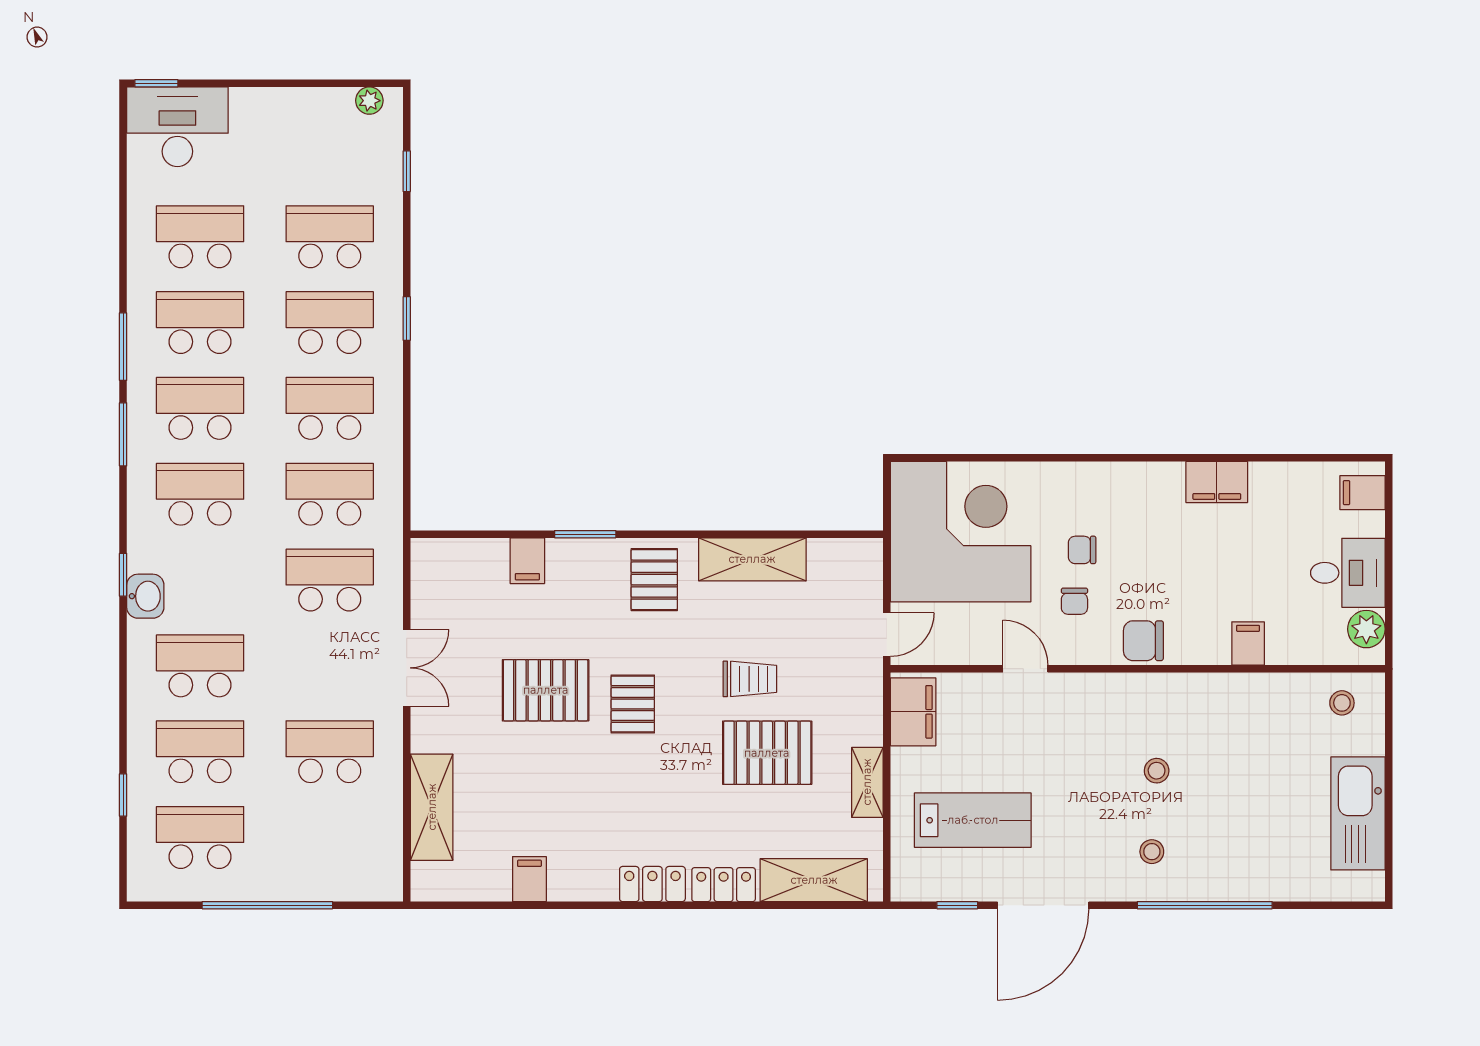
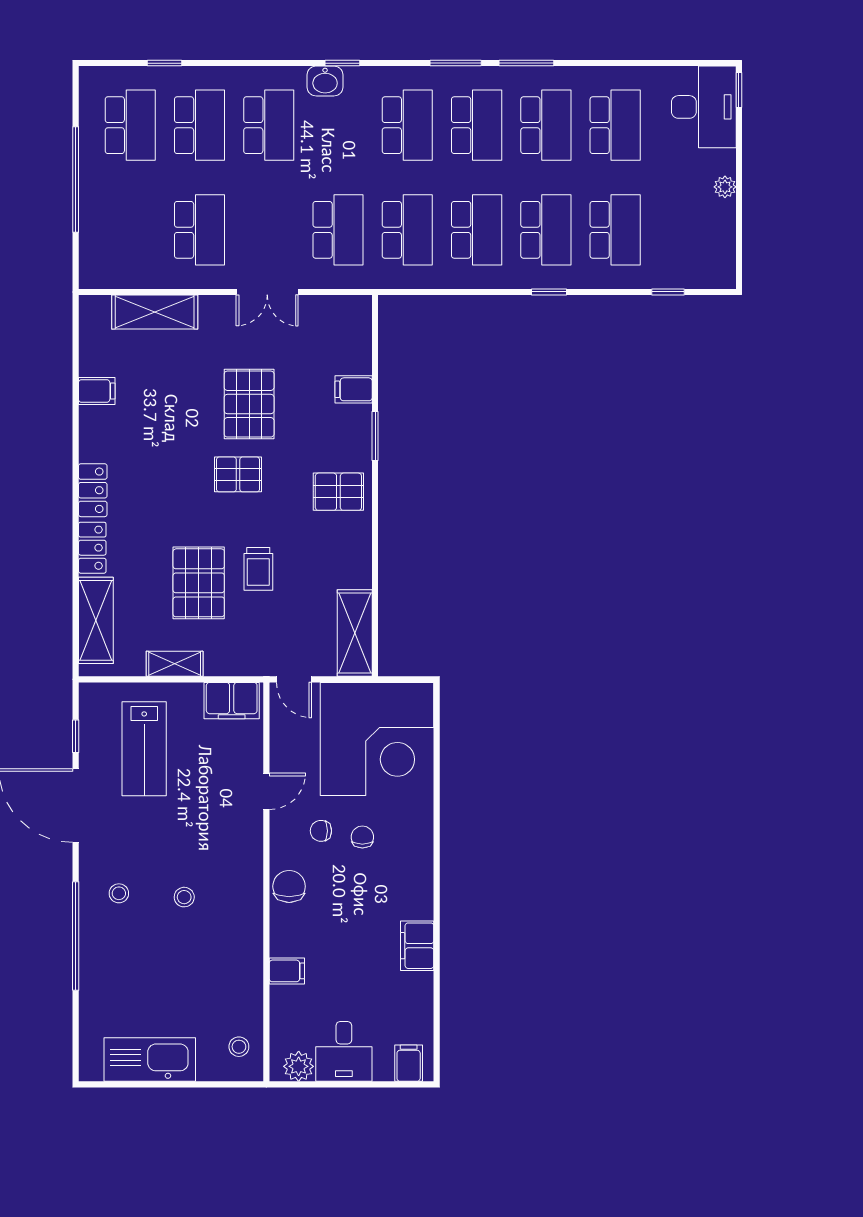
plant: (369, 101) -> (725, 187), moved
shelving: (752, 559) -> (355, 633), moved

